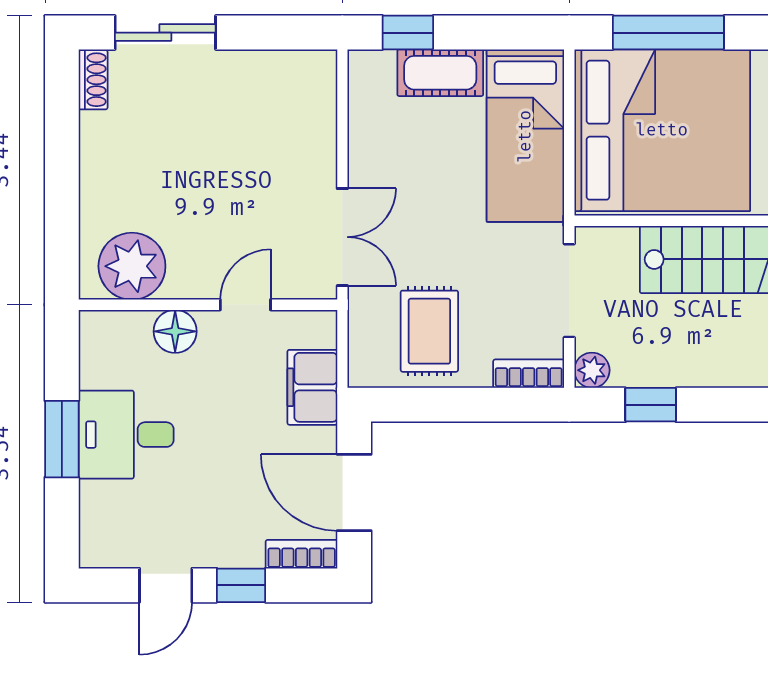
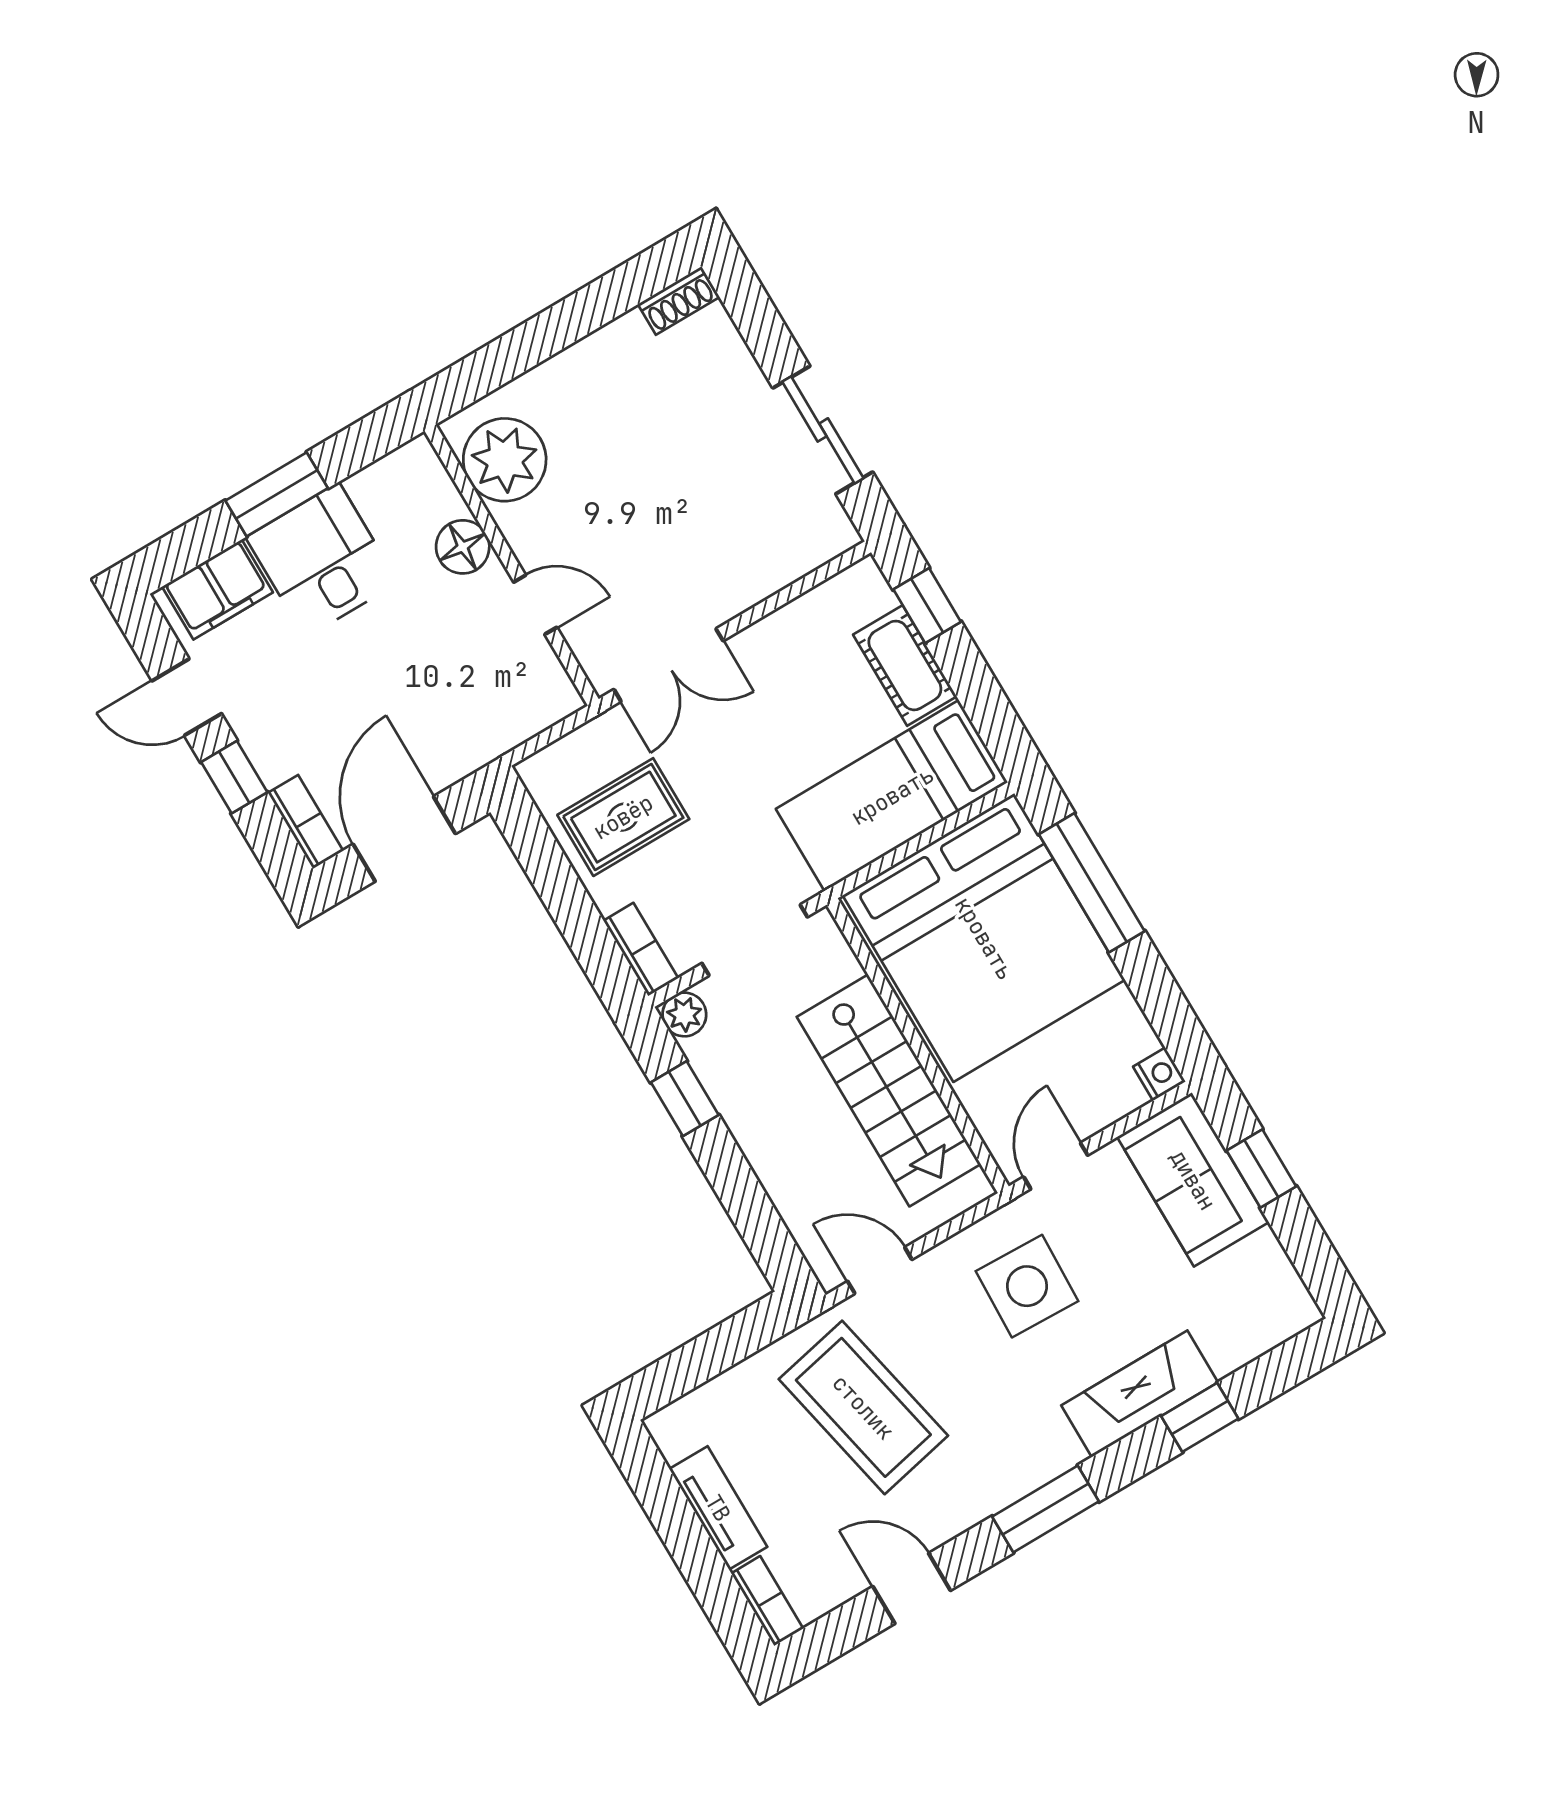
sliding door: (165, 33) -> (823, 430), moved
filing cabinet: (312, 387) -> (217, 590), moved, turned 180

